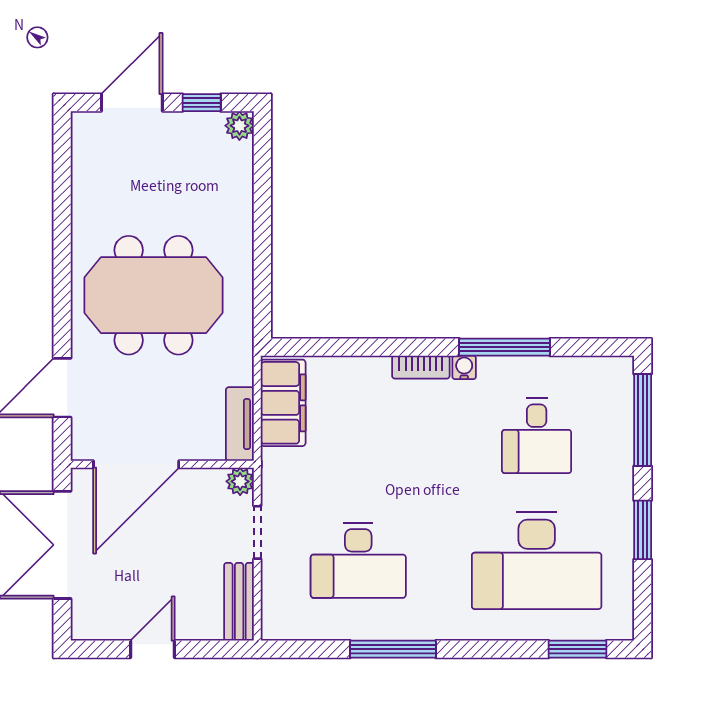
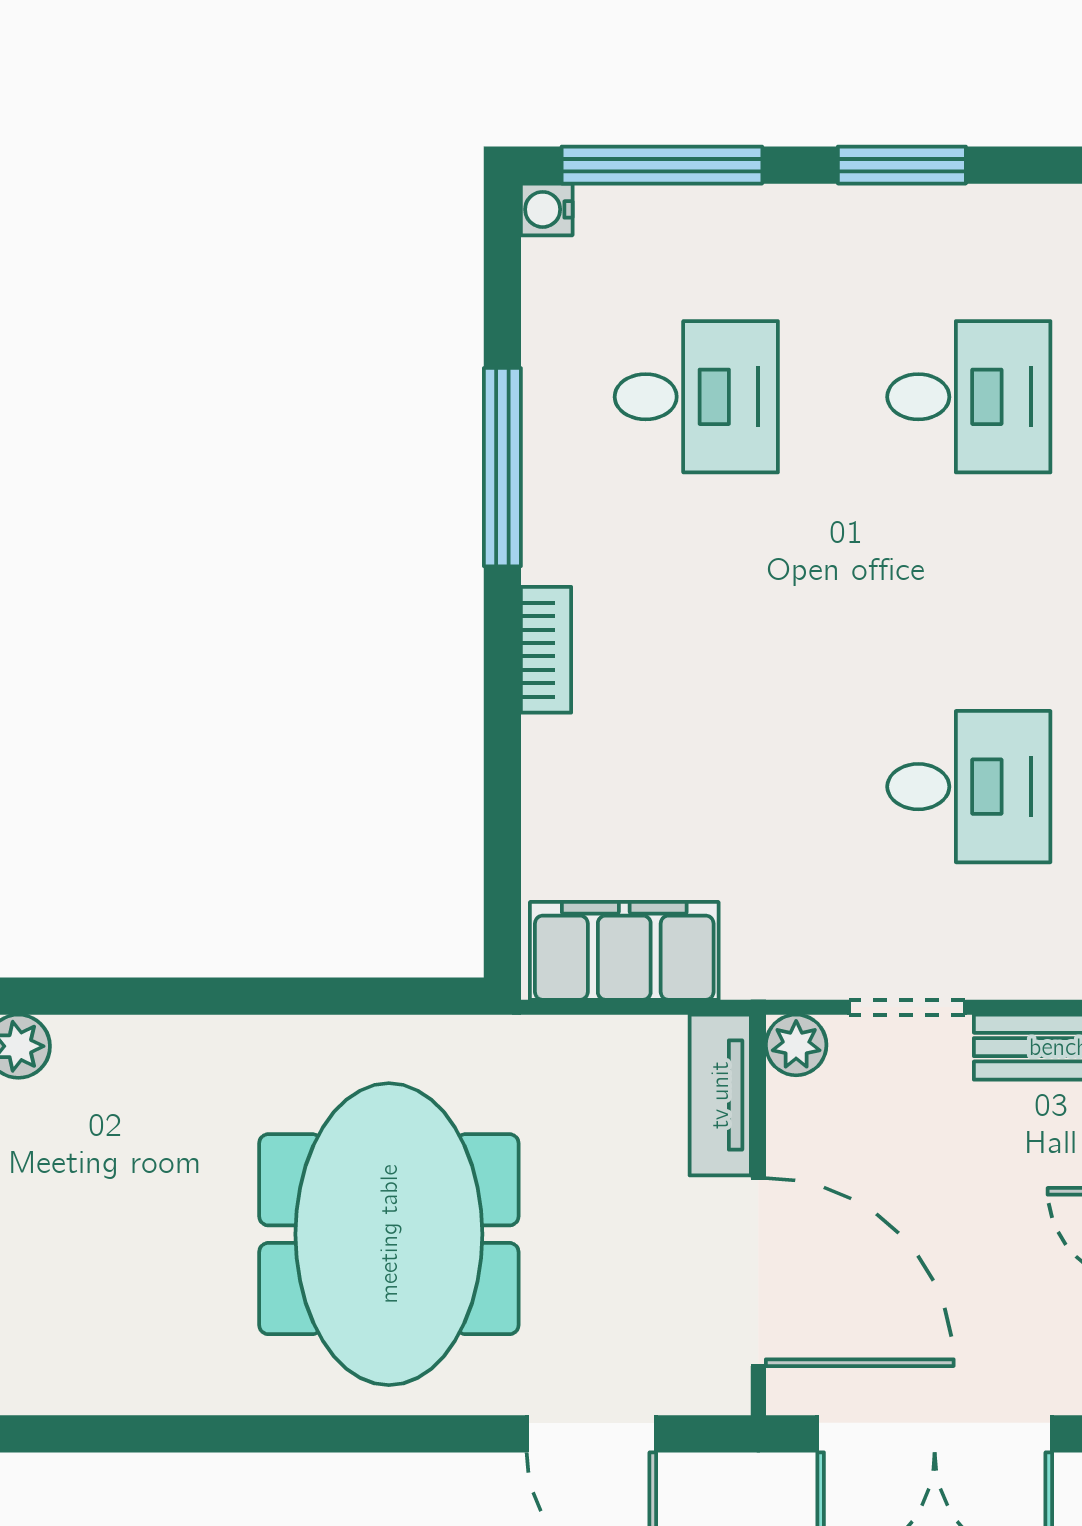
water cooler: (464, 367) -> (547, 209), moved
tv unit: (240, 424) -> (720, 1095), moved, turned 90
desk: (358, 561) -> (969, 787), width x0.73
desk: (537, 561) -> (969, 397), width x0.53, depth x0.77

